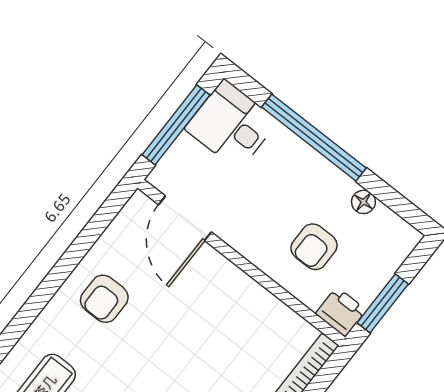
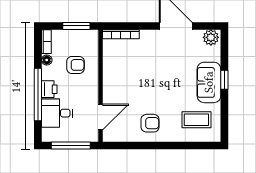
desk: (231, 125) -> (57, 113), moved, turned 90
bookcase: (397, 227) -> (46, 42), added
printer: (341, 312) -> (49, 89), moved, turned 180

